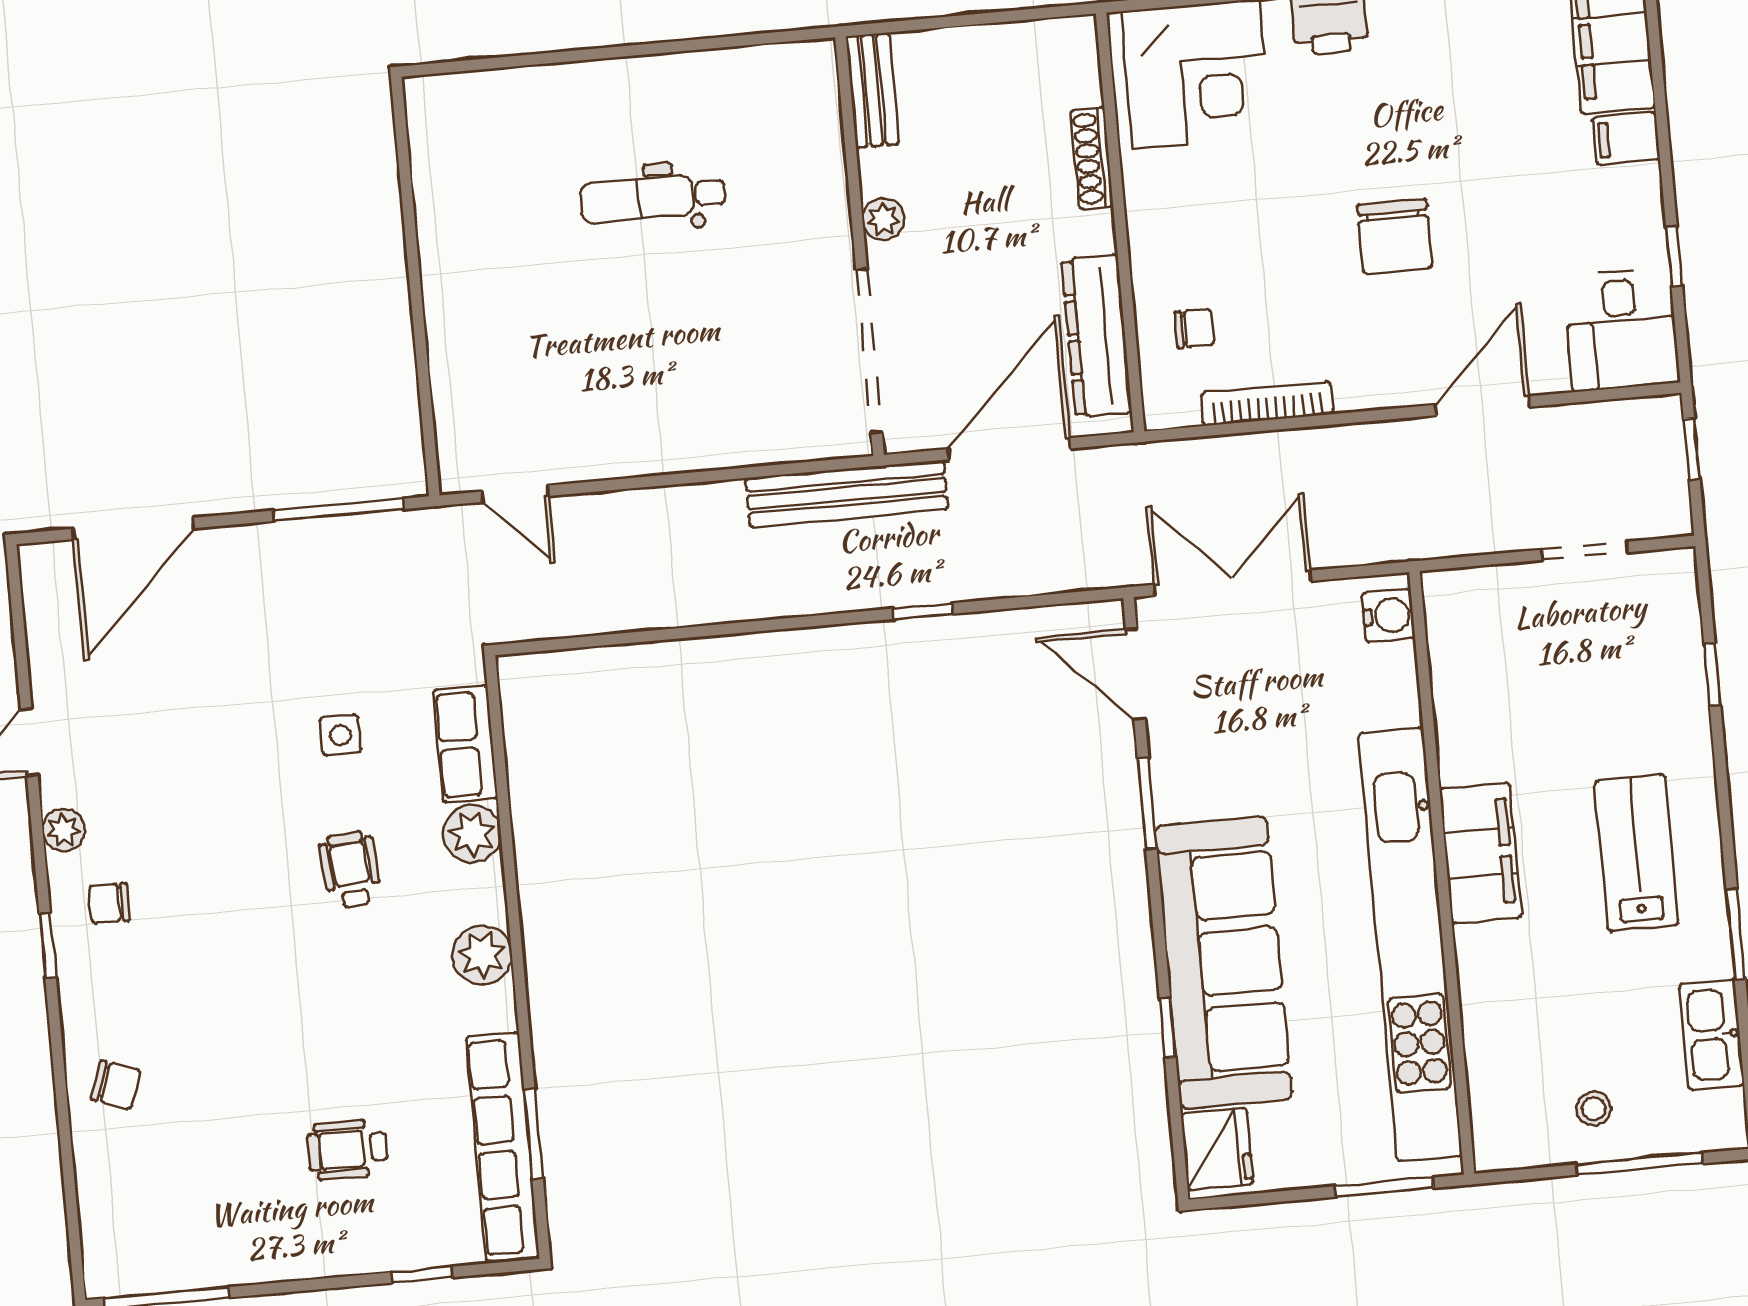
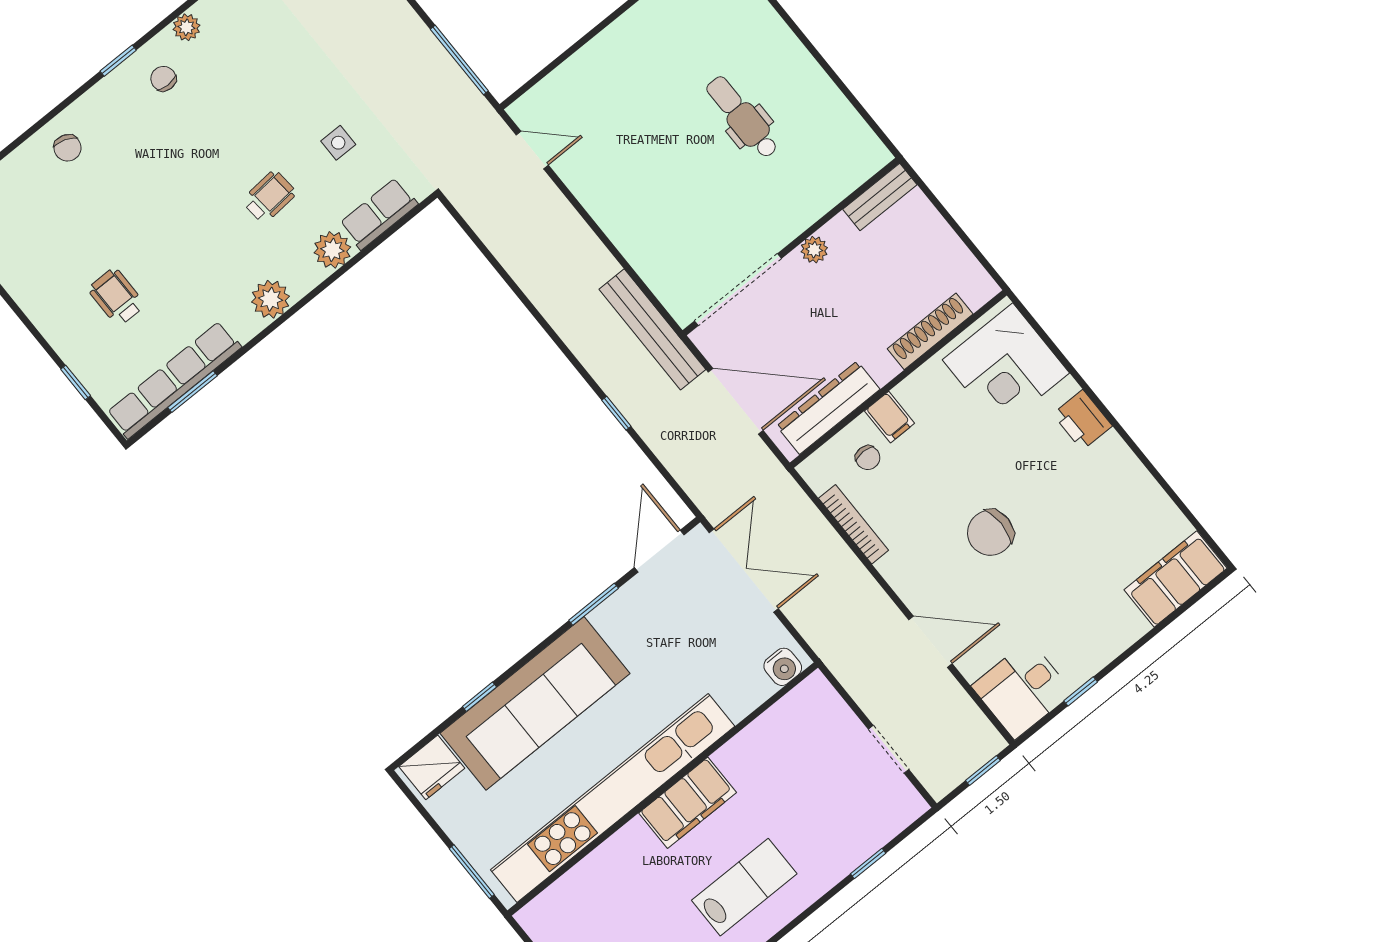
filing cabinet: (1626, 138) -> (890, 417), moved, turned 180
shoe rack: (1092, 158) -> (930, 331), width x1.36, depth x1.24
door: (515, 494) -> (532, 150), swing flipped

